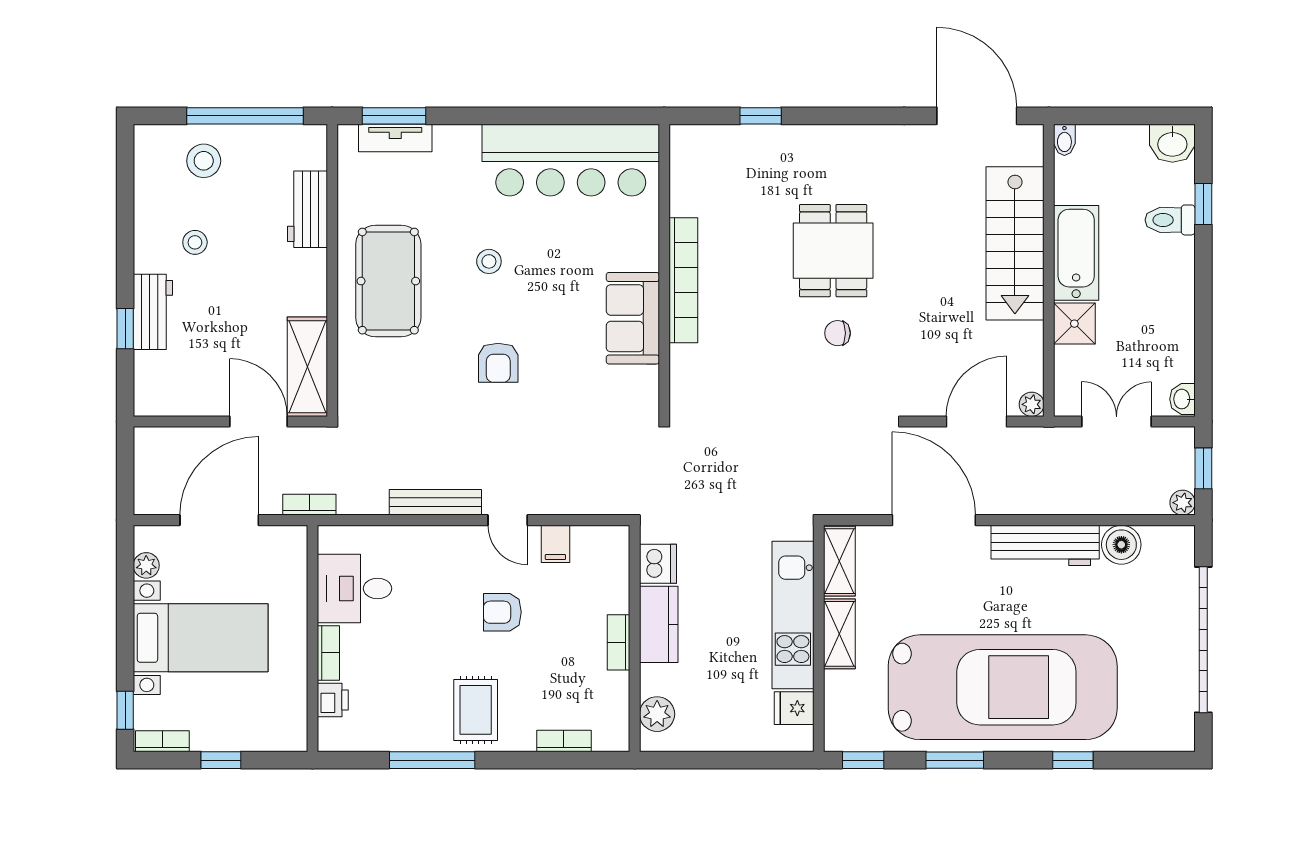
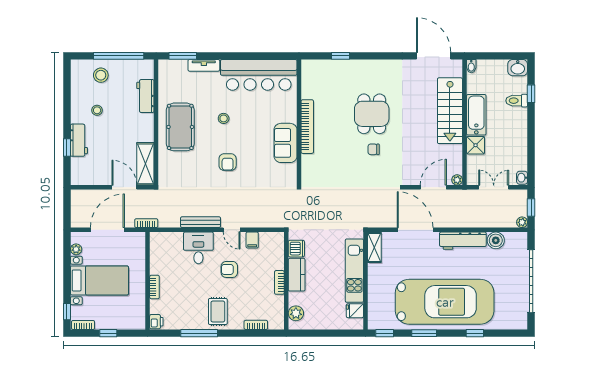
tv unit: (395, 138) -> (204, 65), moved
desk: (355, 588) -> (198, 248), moved, turned 90
shelving: (839, 634) -> (374, 279), removed
printer: (333, 700) -> (156, 322), moved

